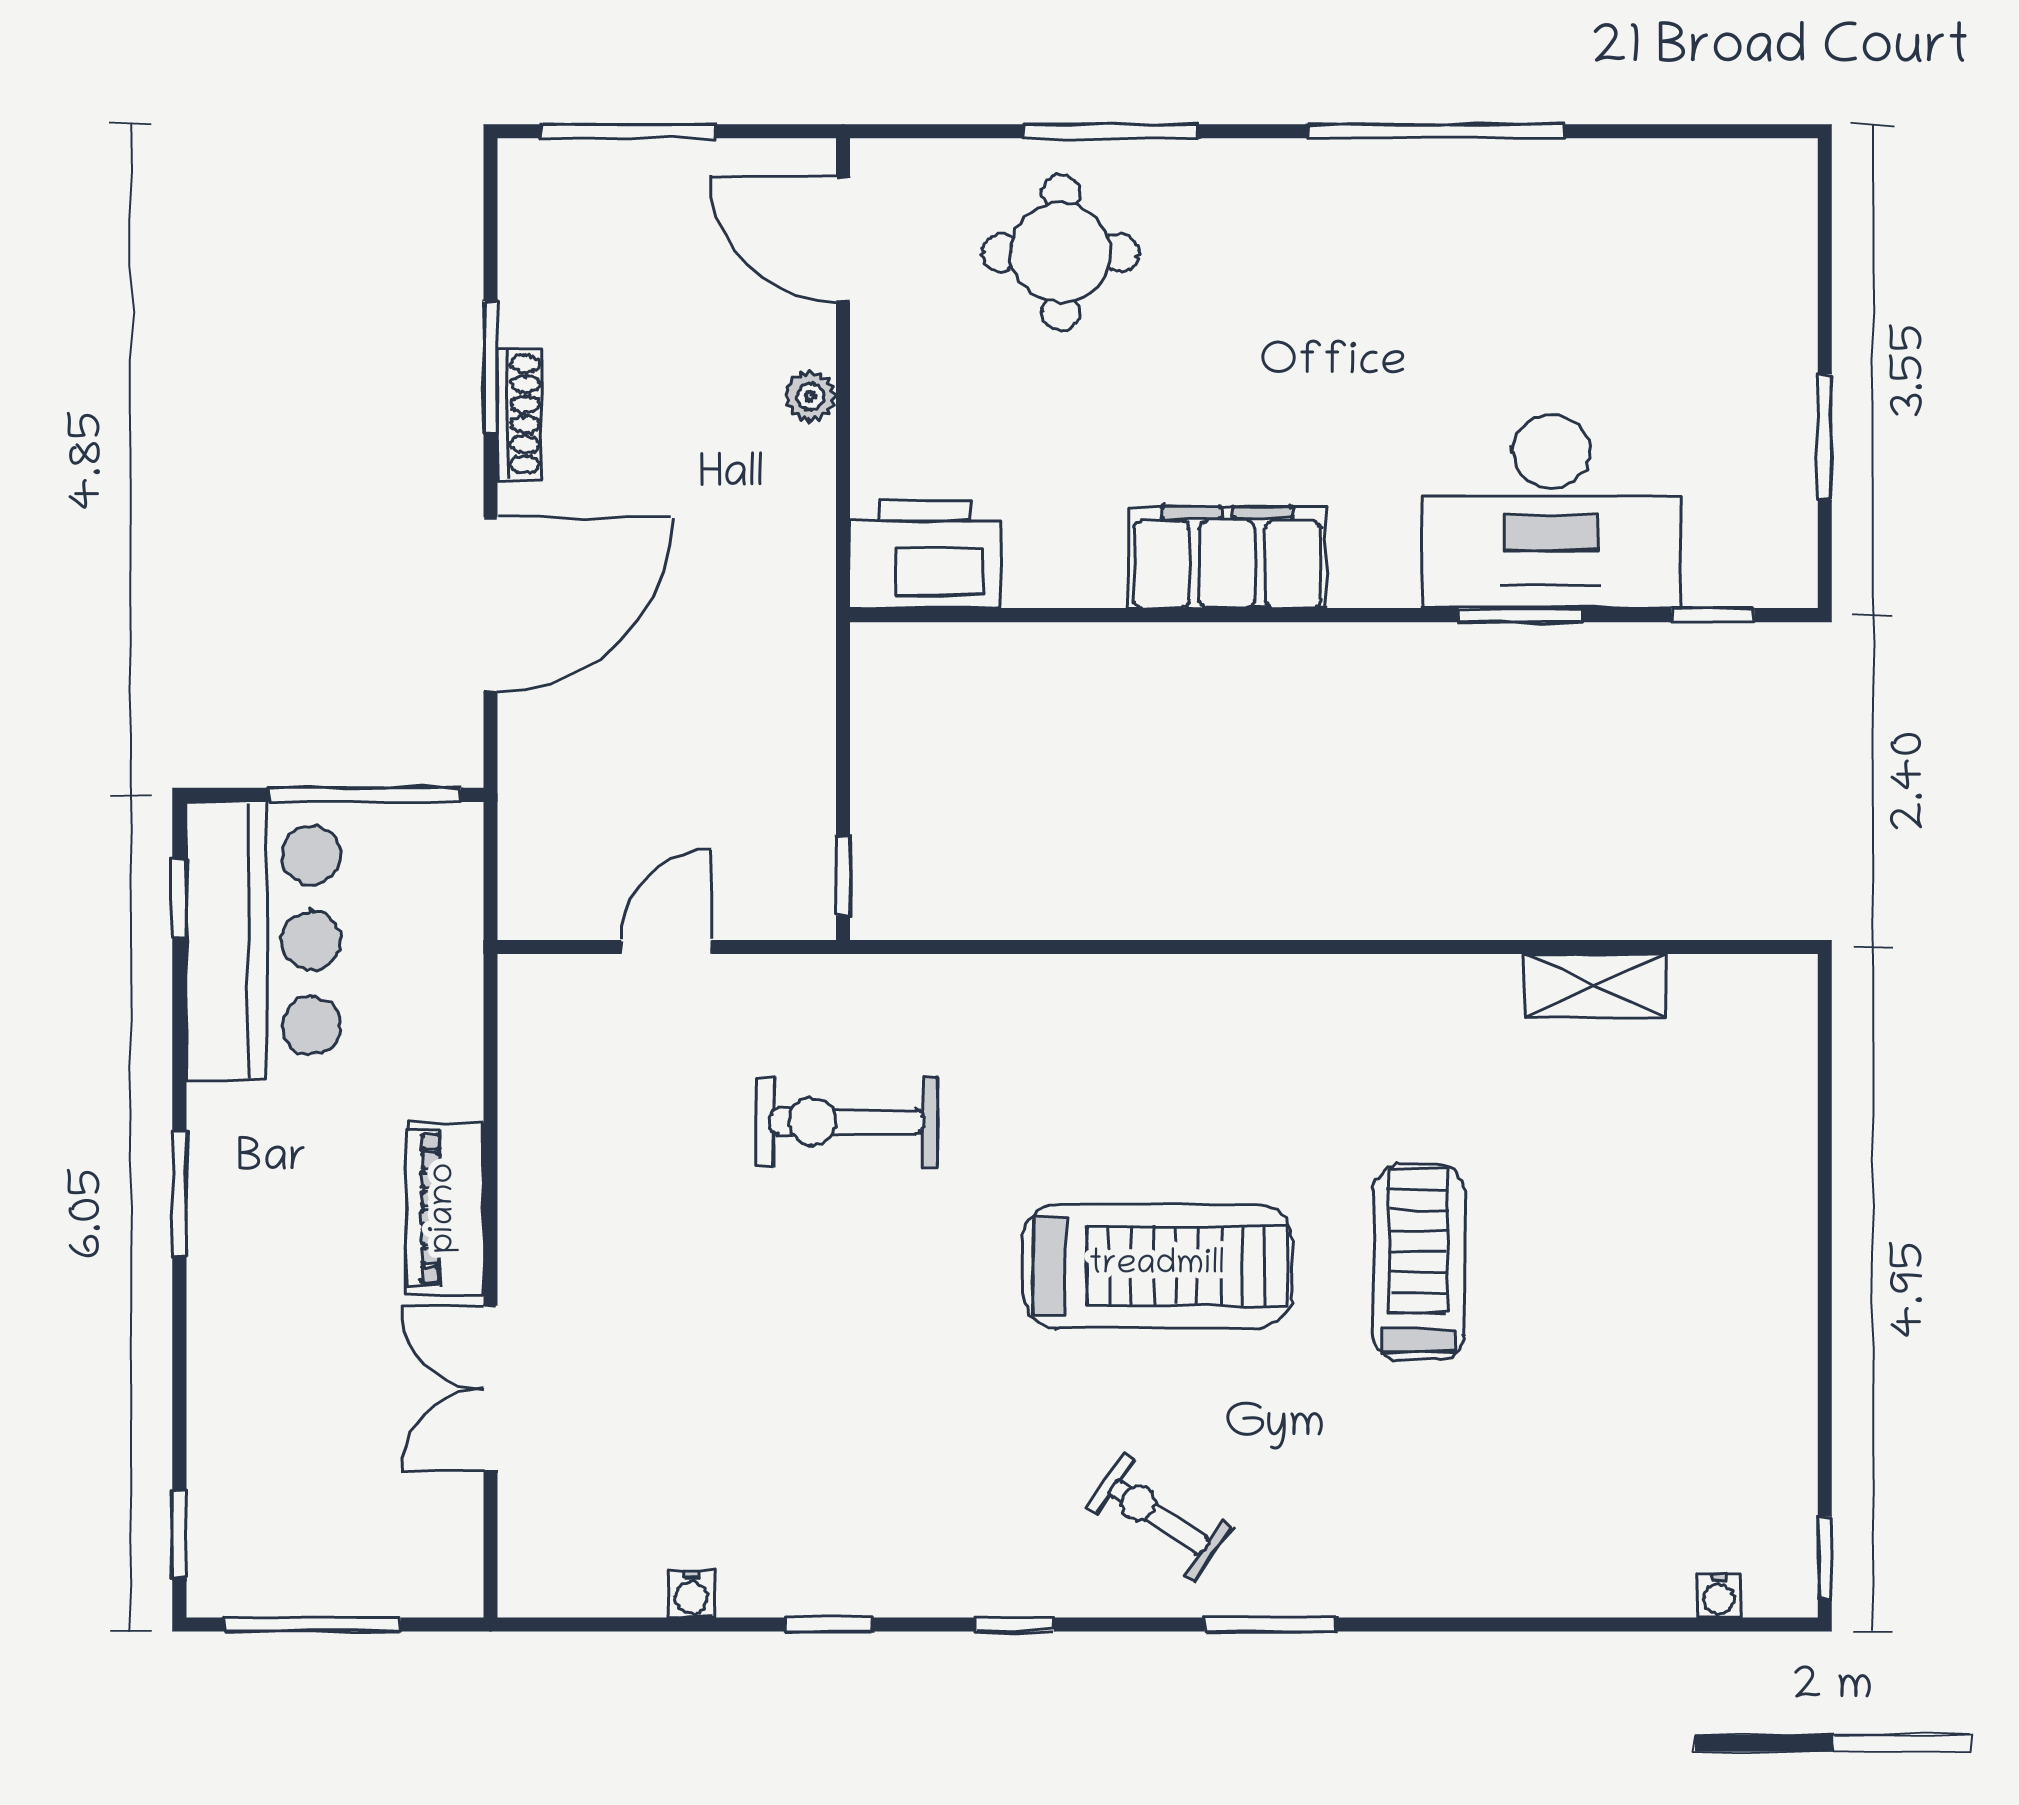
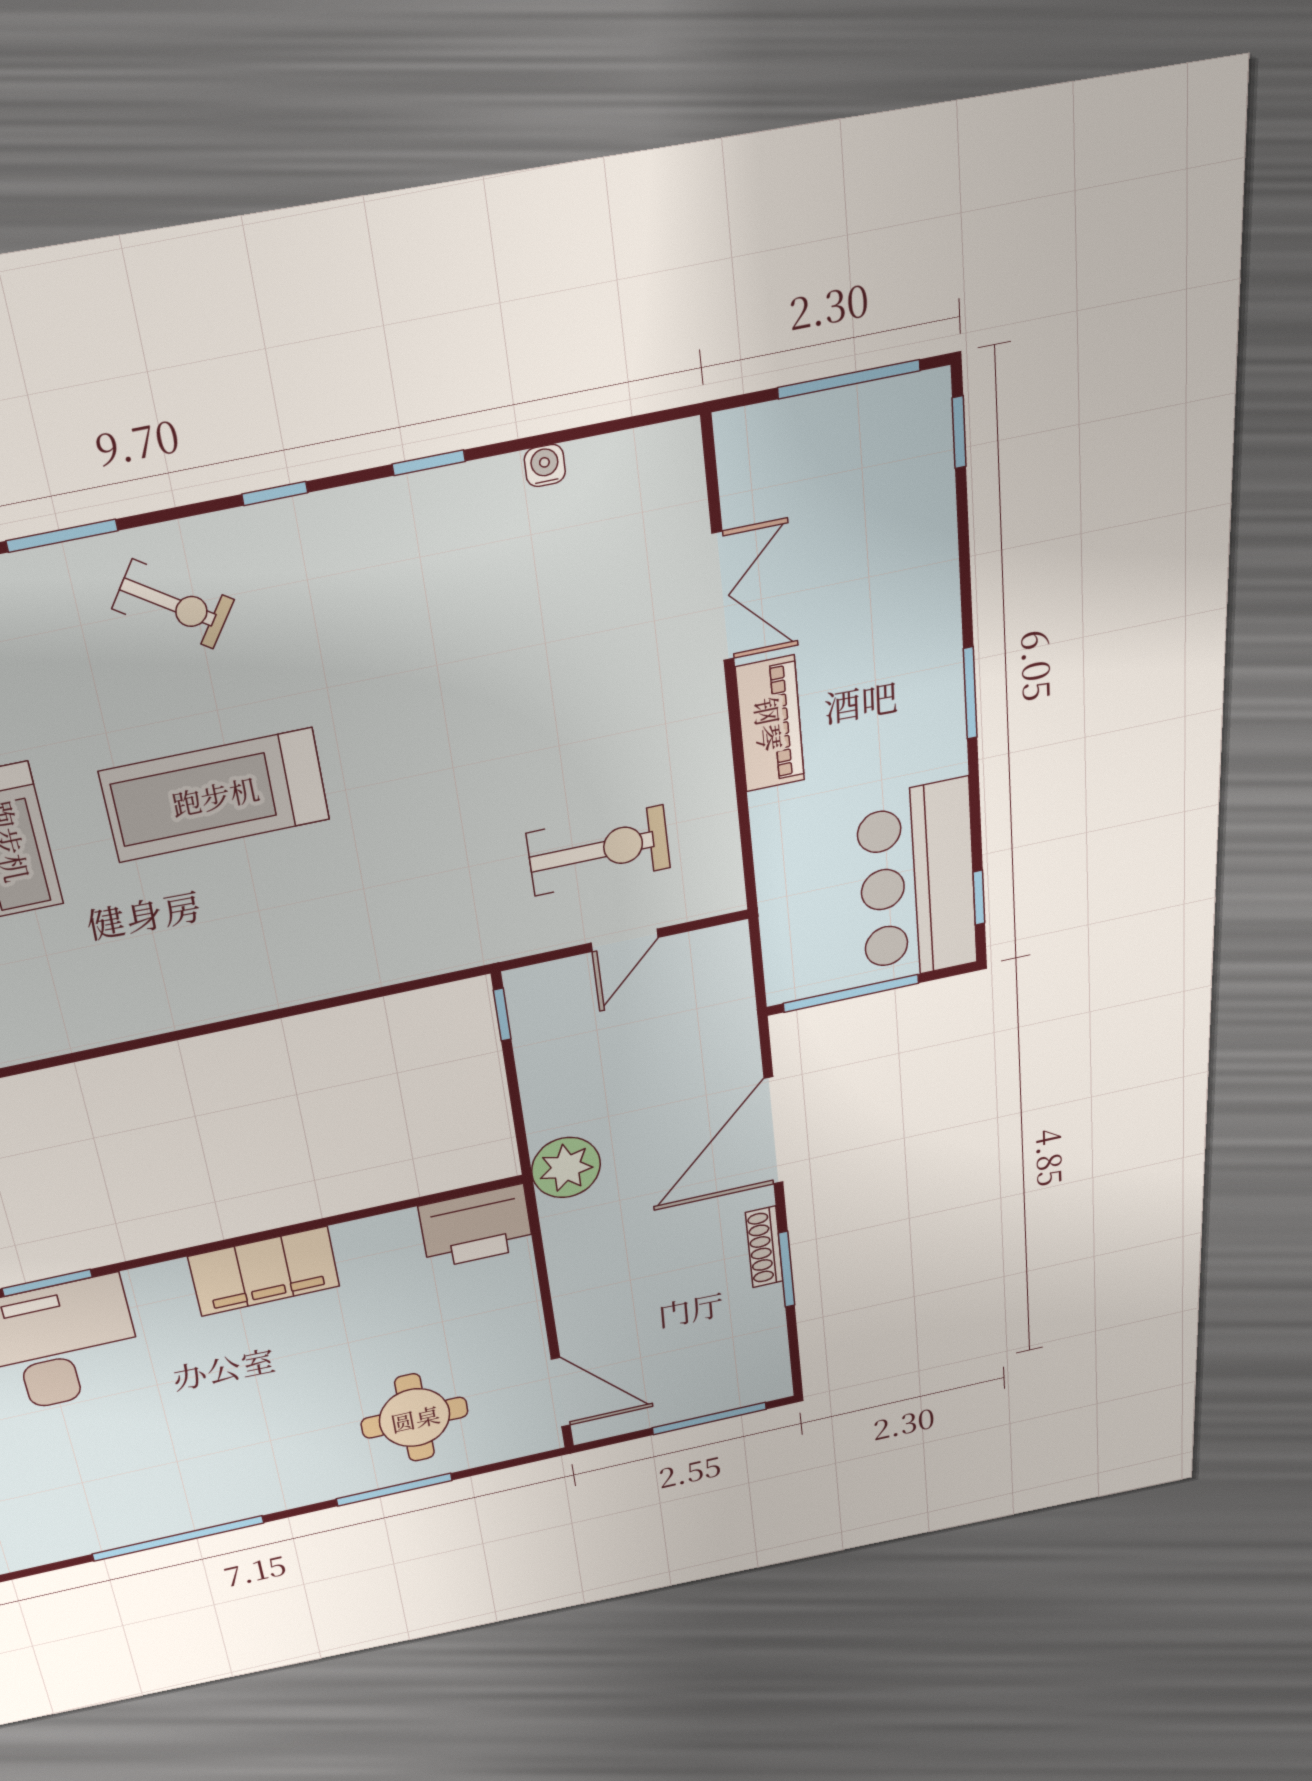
plant: (810, 396) -> (566, 1168), moved, width x1.88, depth x1.88
exercise bike: (847, 1122) -> (599, 850), moved

